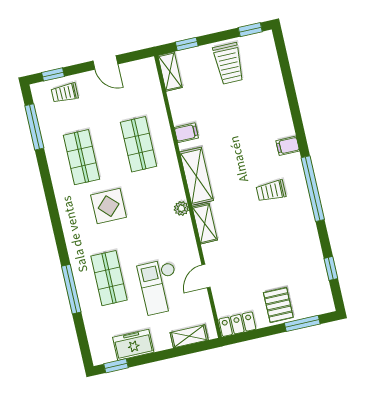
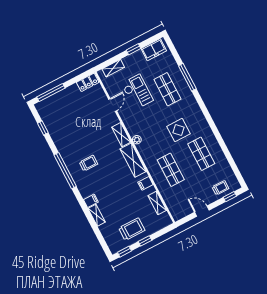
window: (187, 44) -> (145, 241), moved
trolley: (229, 63) -> (132, 229), turned 90
shelving: (170, 72) -> (157, 203), moved
shelving: (280, 102) -> (97, 215), added
window: (34, 127) -> (233, 164), removed
filing cabinet: (288, 146) -> (91, 201), moved
pallet: (278, 305) -> (67, 99), removed
window: (302, 323) -> (51, 92), width x1.44
freezer: (133, 345) -> (154, 50), moved
window: (116, 366) -> (133, 49), moved

